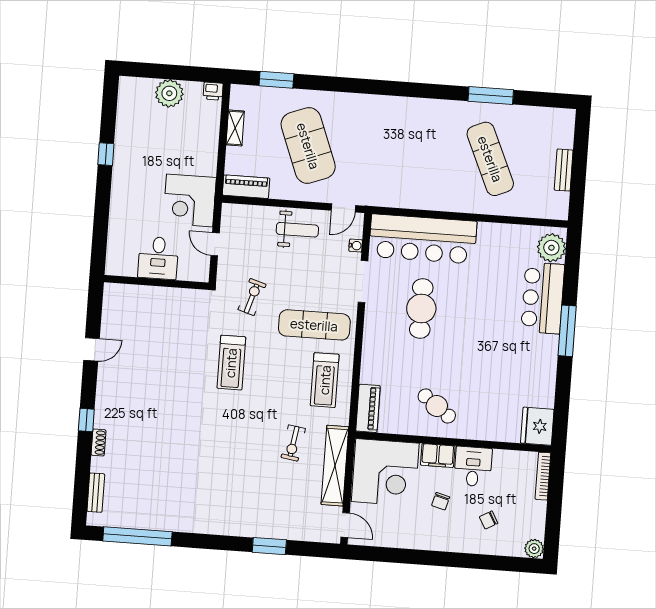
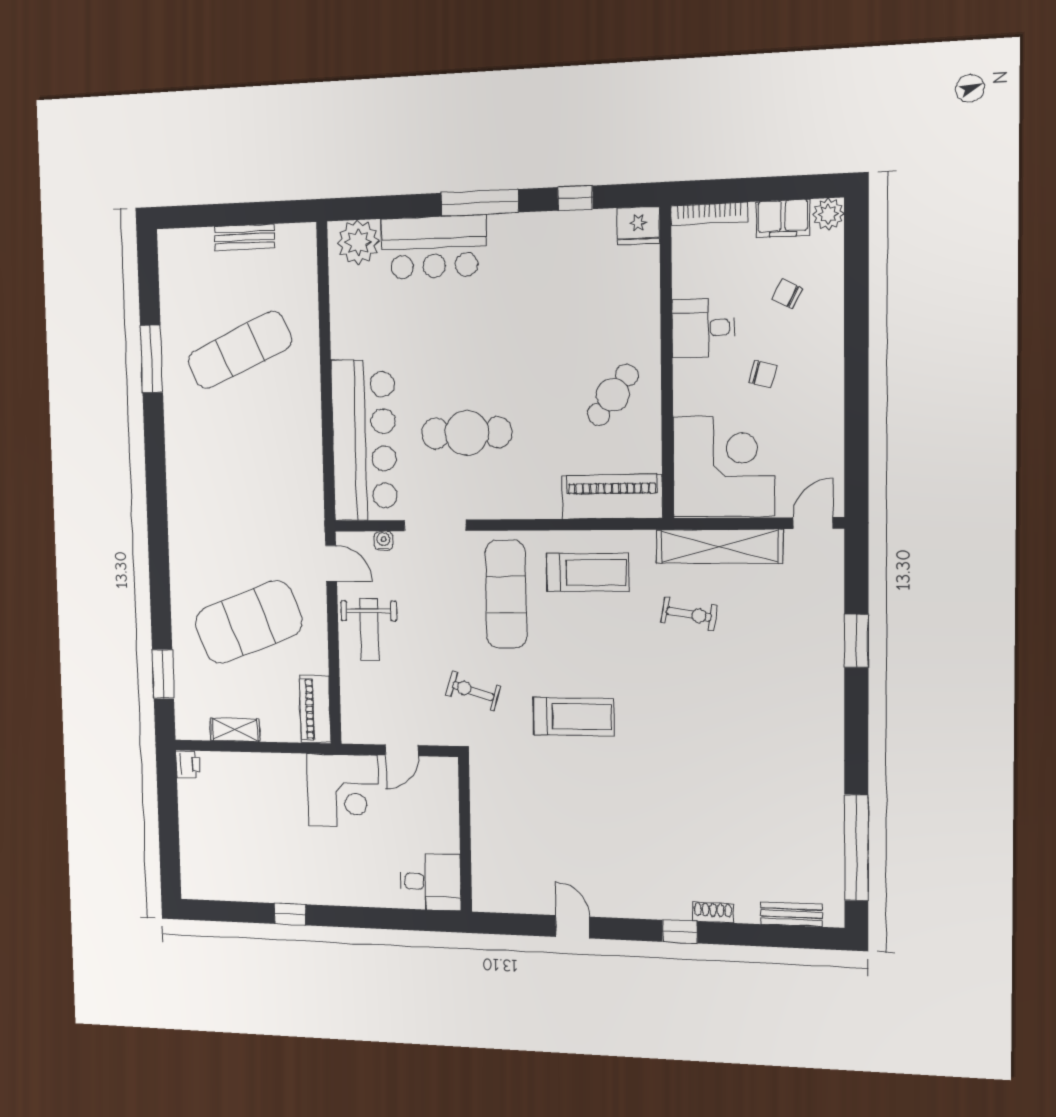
plant: (169, 93) -> (198, 827), removed
weight bench: (297, 230) -> (369, 630), turned 180
desk: (158, 258) -> (431, 882), moved
window: (563, 393) -> (575, 198), added
piano: (368, 408) -> (612, 497), width x1.37, depth x1.33
fridge: (537, 426) -> (638, 226), width x0.73, depth x0.75
filing cabinet: (438, 455) -> (783, 218), moved, turned 90
chair: (489, 520) -> (787, 294), turned 146

